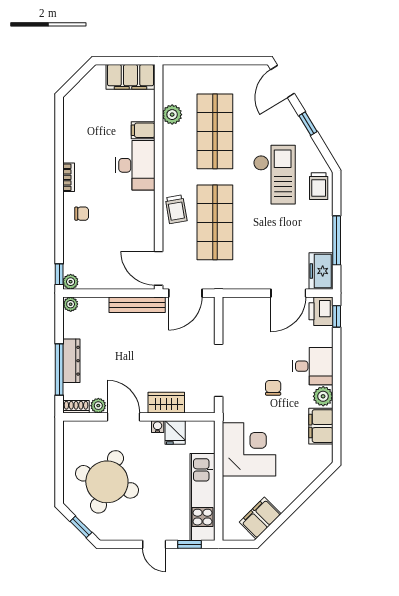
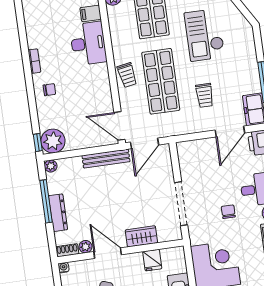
checkout: (274, 175) -> (204, 35), turned 180
trolley: (319, 186) -> (205, 95), moved
plant: (71, 282) -> (53, 141), width x1.87, depth x1.87
window: (59, 369) -> (46, 201), moved
water cooler: (158, 427) -> (64, 268), moved

